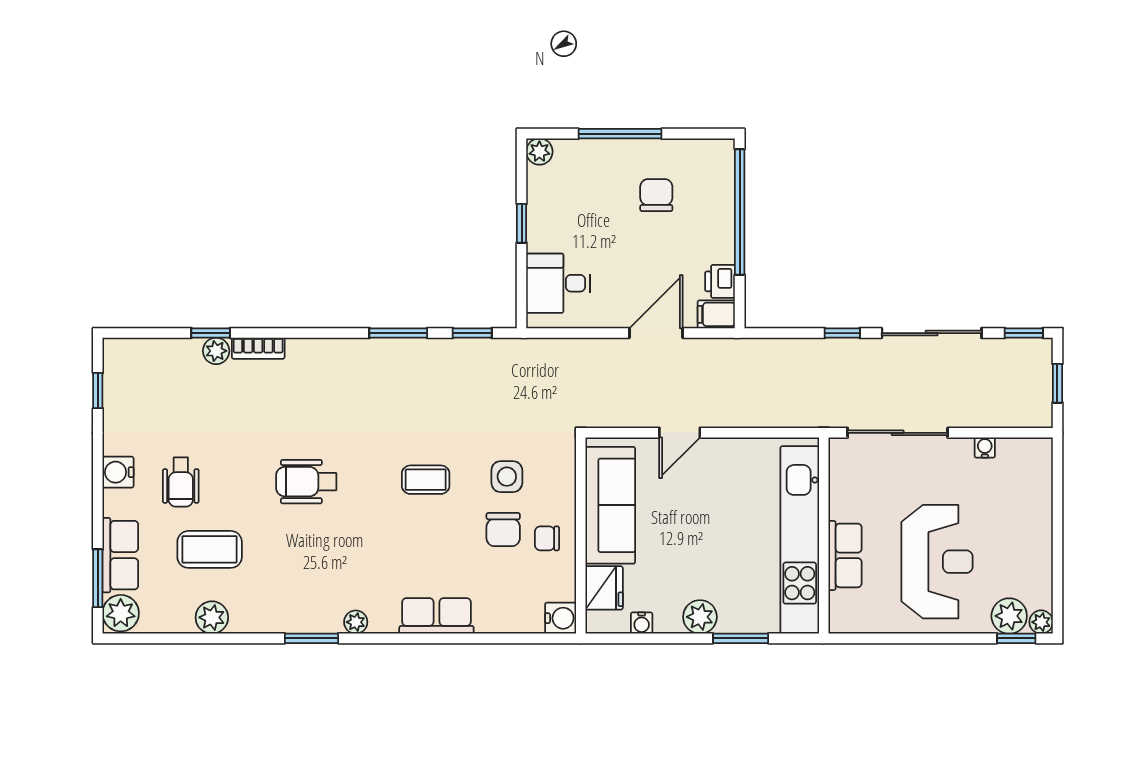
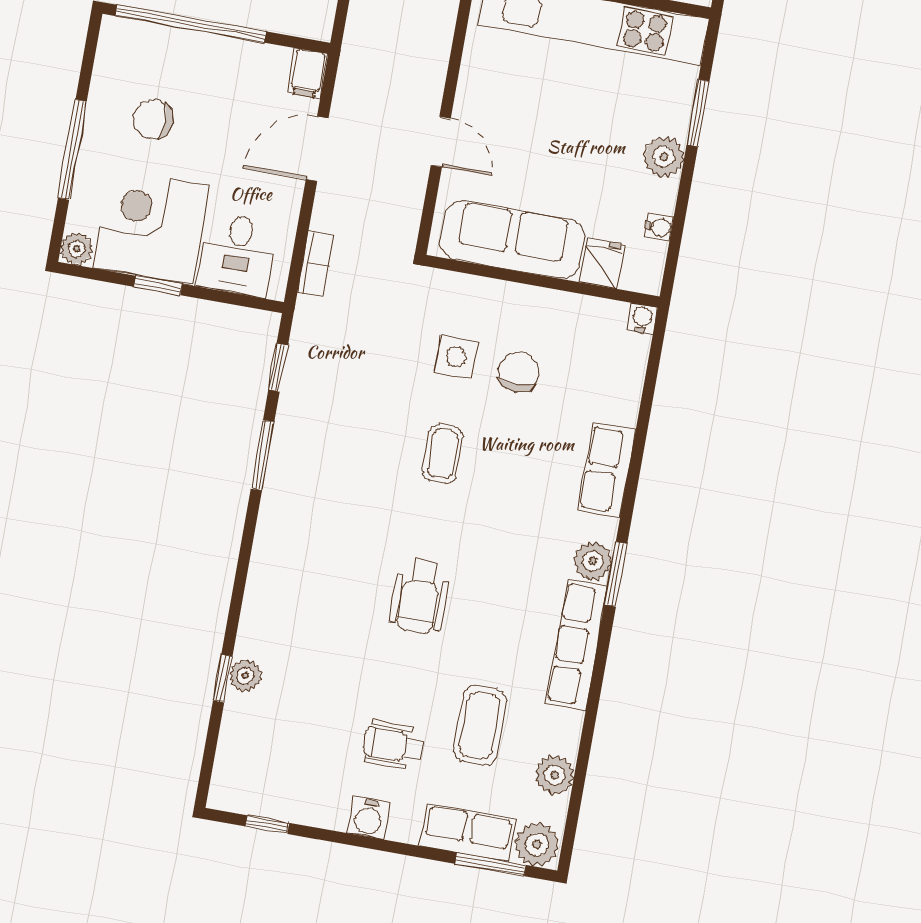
corner desk: (568, 209) -> (151, 227), added
printer: (720, 281) -> (269, 62), removed
door: (656, 333) -> (317, 149), hinge flipped
bookcase: (258, 348) -> (315, 264), moved
wheelchair: (181, 482) -> (394, 745), turned 180
chair: (503, 530) -> (518, 372), turned -90
chair: (547, 538) -> (538, 322), removed
fridge: (604, 588) -> (602, 263), width x0.72
plant: (212, 617) -> (554, 775), moved
row of seats: (289, 617) -> (577, 645), added
water cooler: (561, 618) -> (642, 318), width x0.72, depth x0.72
plant: (356, 622) -> (593, 561), width x1.38, depth x1.38
window: (311, 638) -> (616, 574), moved

